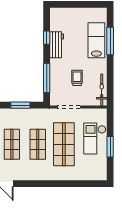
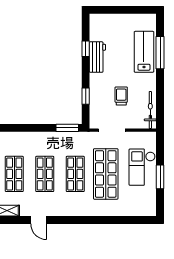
window: (47, 78) -> (86, 96), width x0.46
window: (20, 105) -> (67, 128), moved

